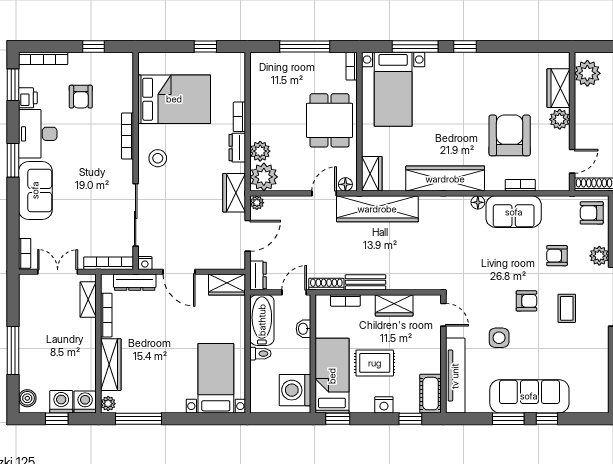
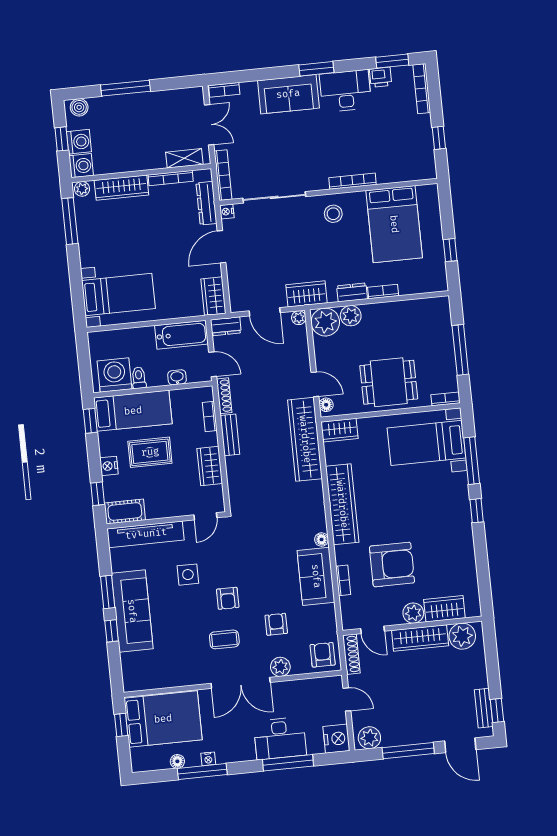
armchair: (81, 97) -> (387, 130), removed
wardrobe: (585, 115) -> (420, 638), added
toilet: (260, 354) -> (139, 378), moved, turned 180
rug: (375, 363) -> (150, 452), turned 90

